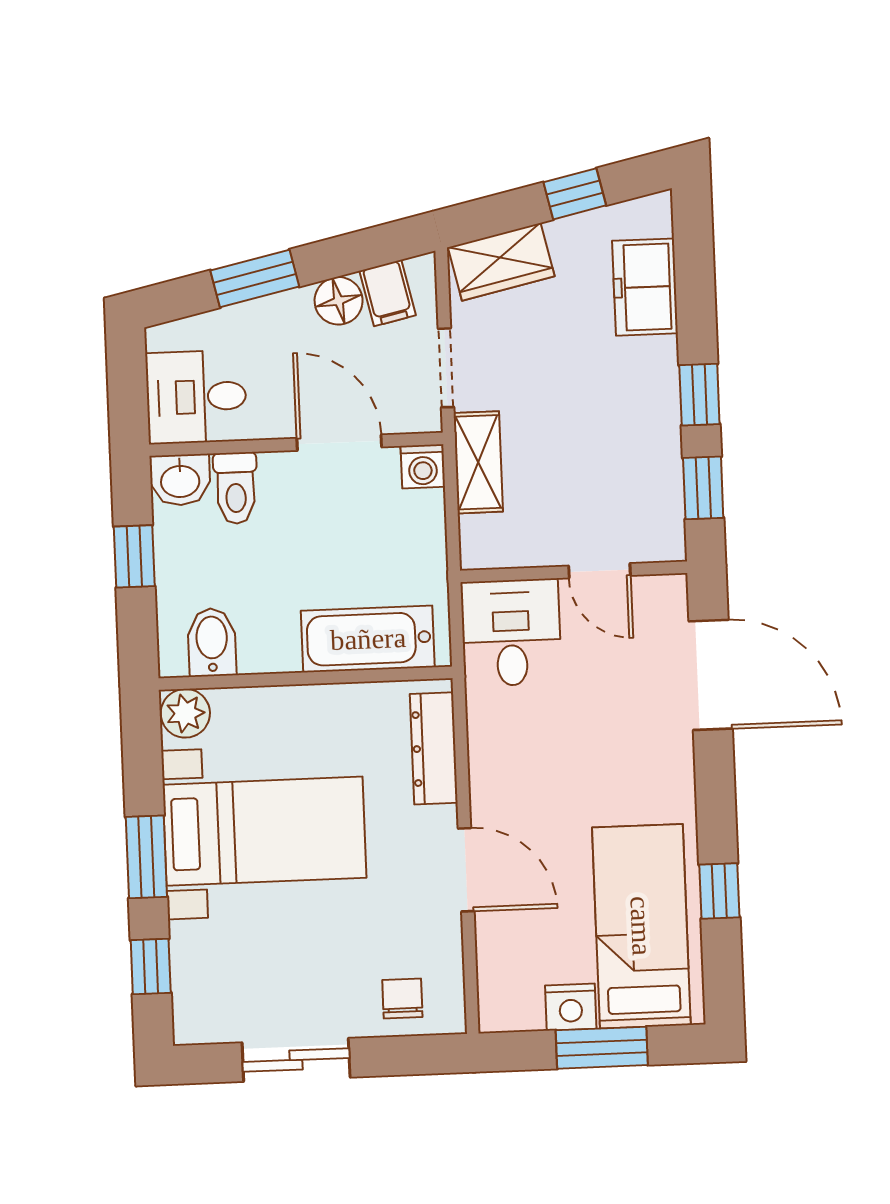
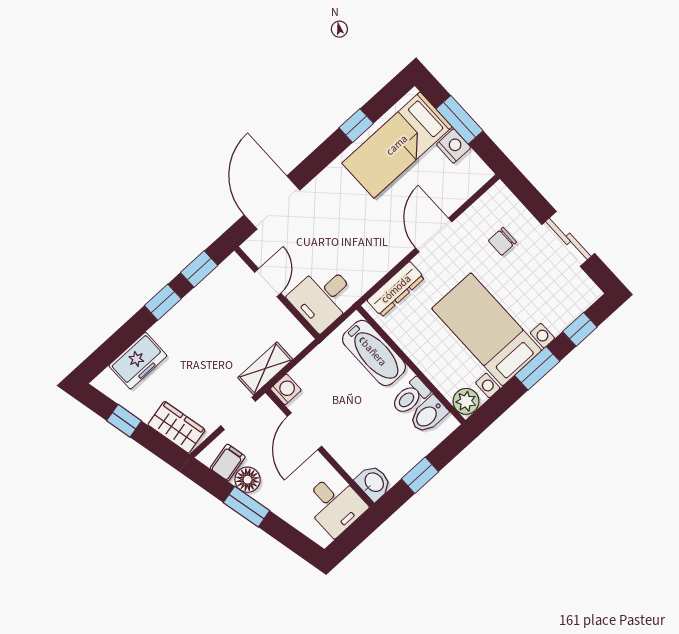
window: (255, 279) -> (246, 507), moved
toilet: (236, 488) -> (410, 396), moved, turned 180
chair: (402, 998) -> (502, 241), moved

